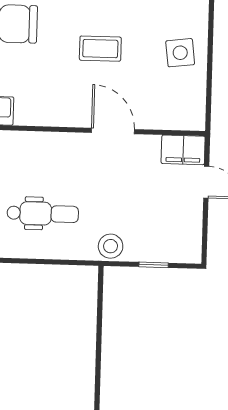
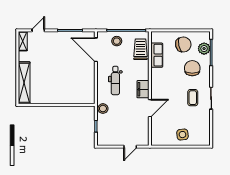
coffee table: (100, 49) -> (193, 98), moved
filing cabinet: (183, 150) -> (143, 89), moved

